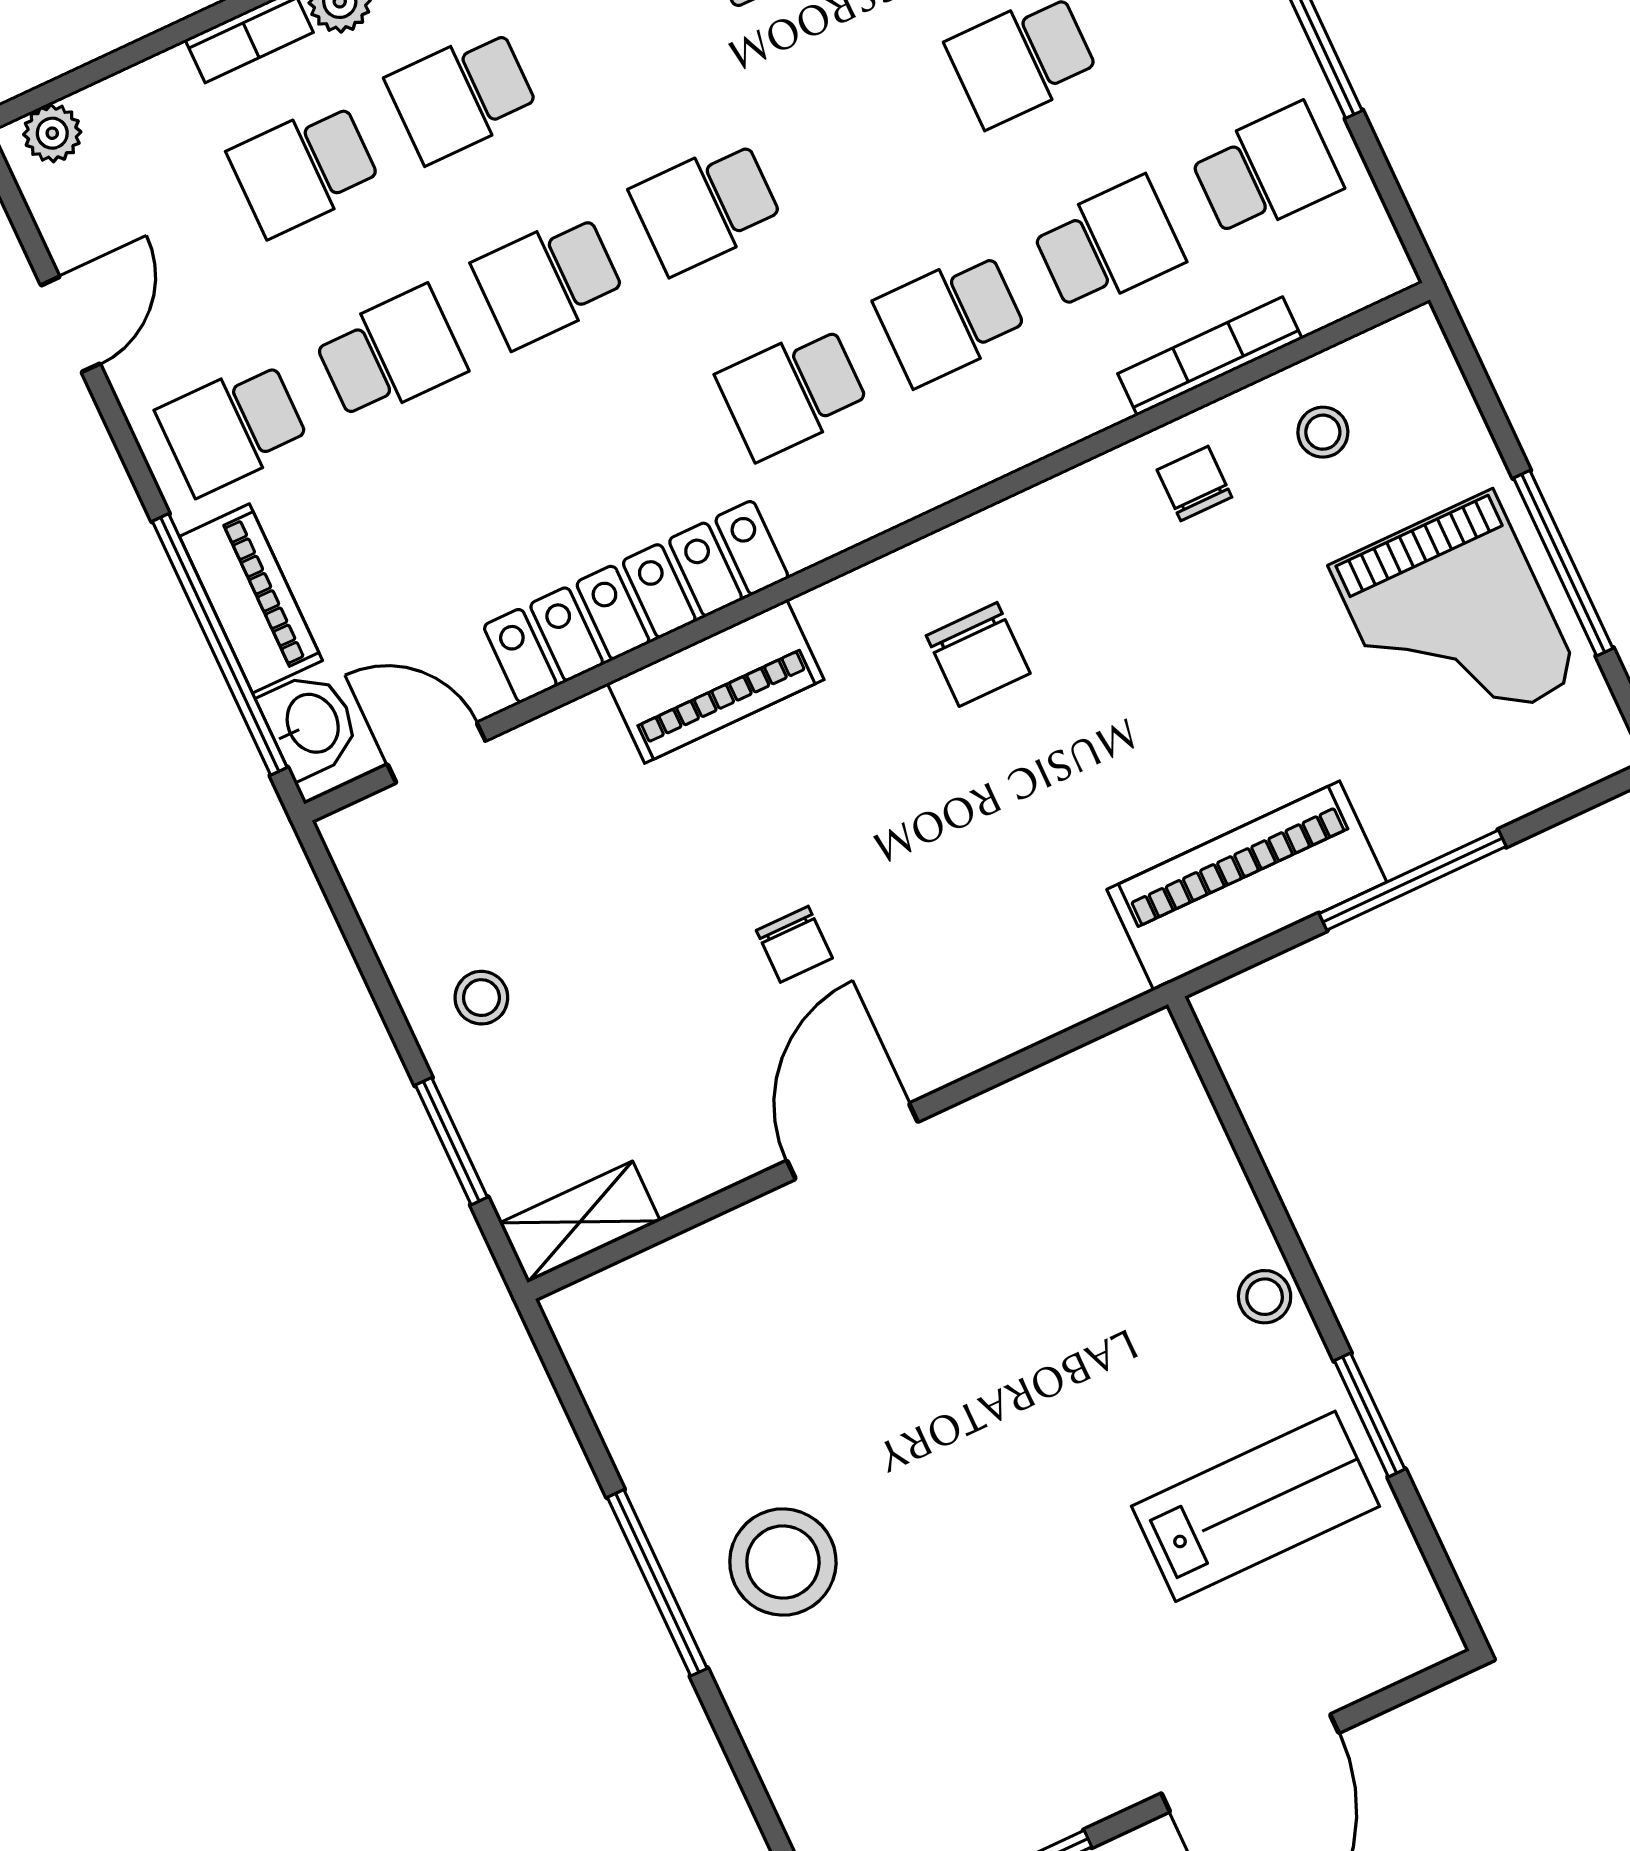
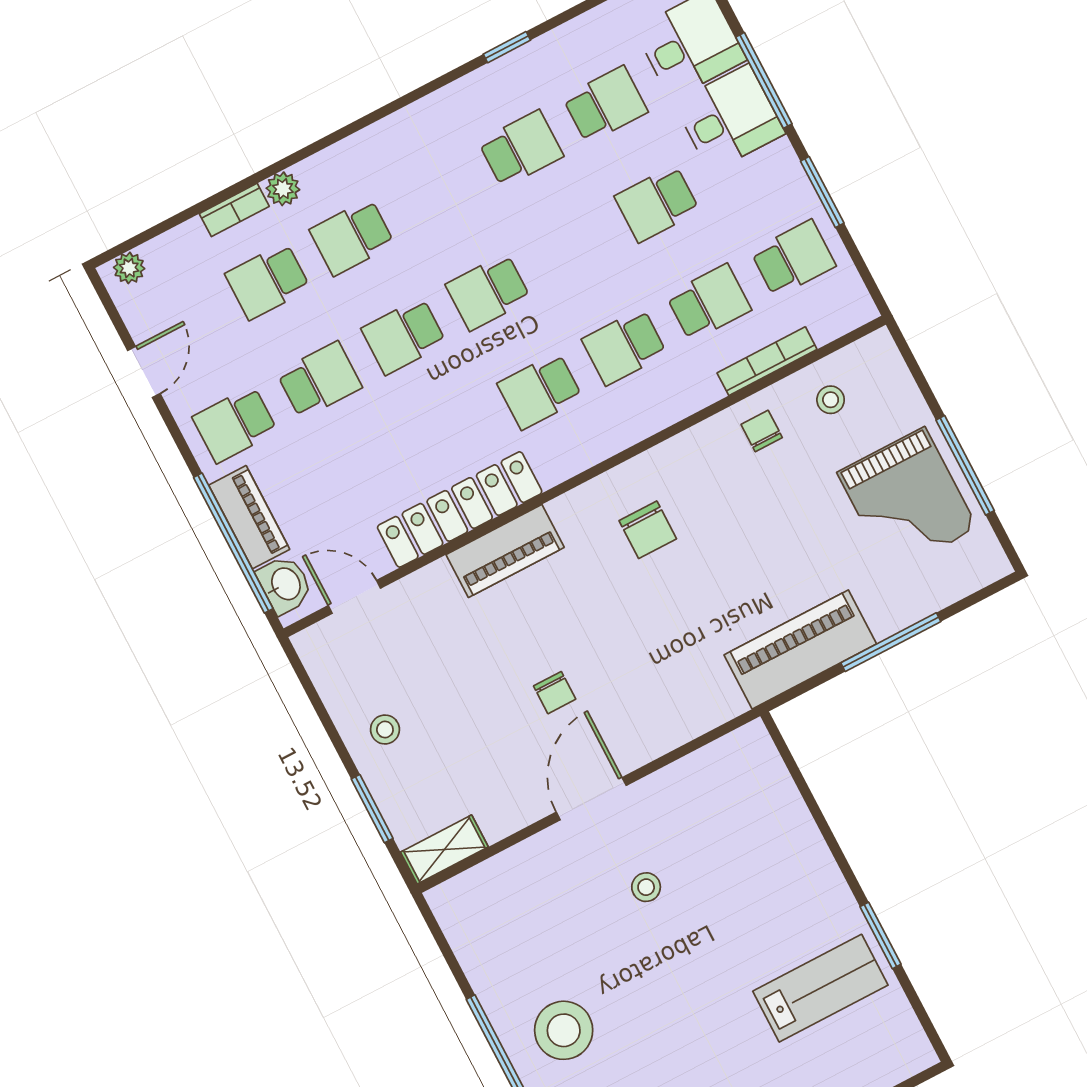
stool: (1265, 1297) -> (646, 887), moved

